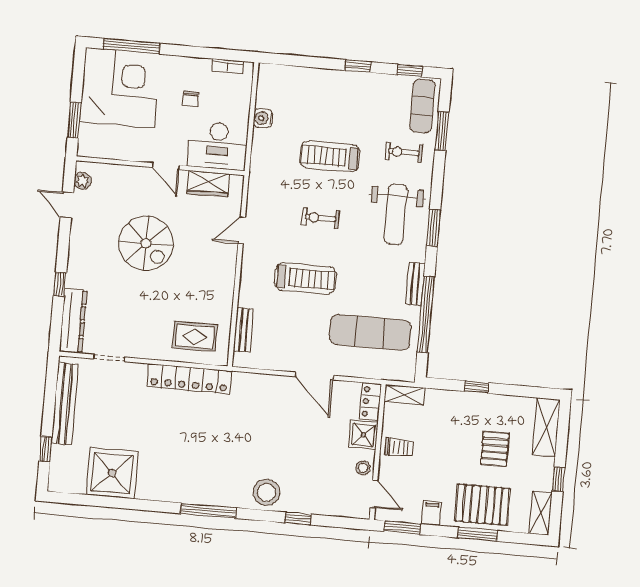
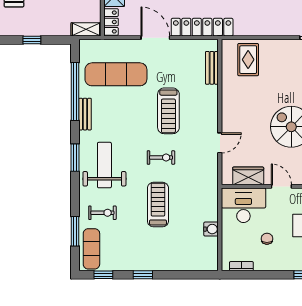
treadmill: (330, 157) -> (158, 205), turned -90
treadmill: (305, 278) -> (168, 111), turned -90
rug: (195, 336) -> (248, 60), turned 90
locker: (189, 379) -> (202, 27), moved

